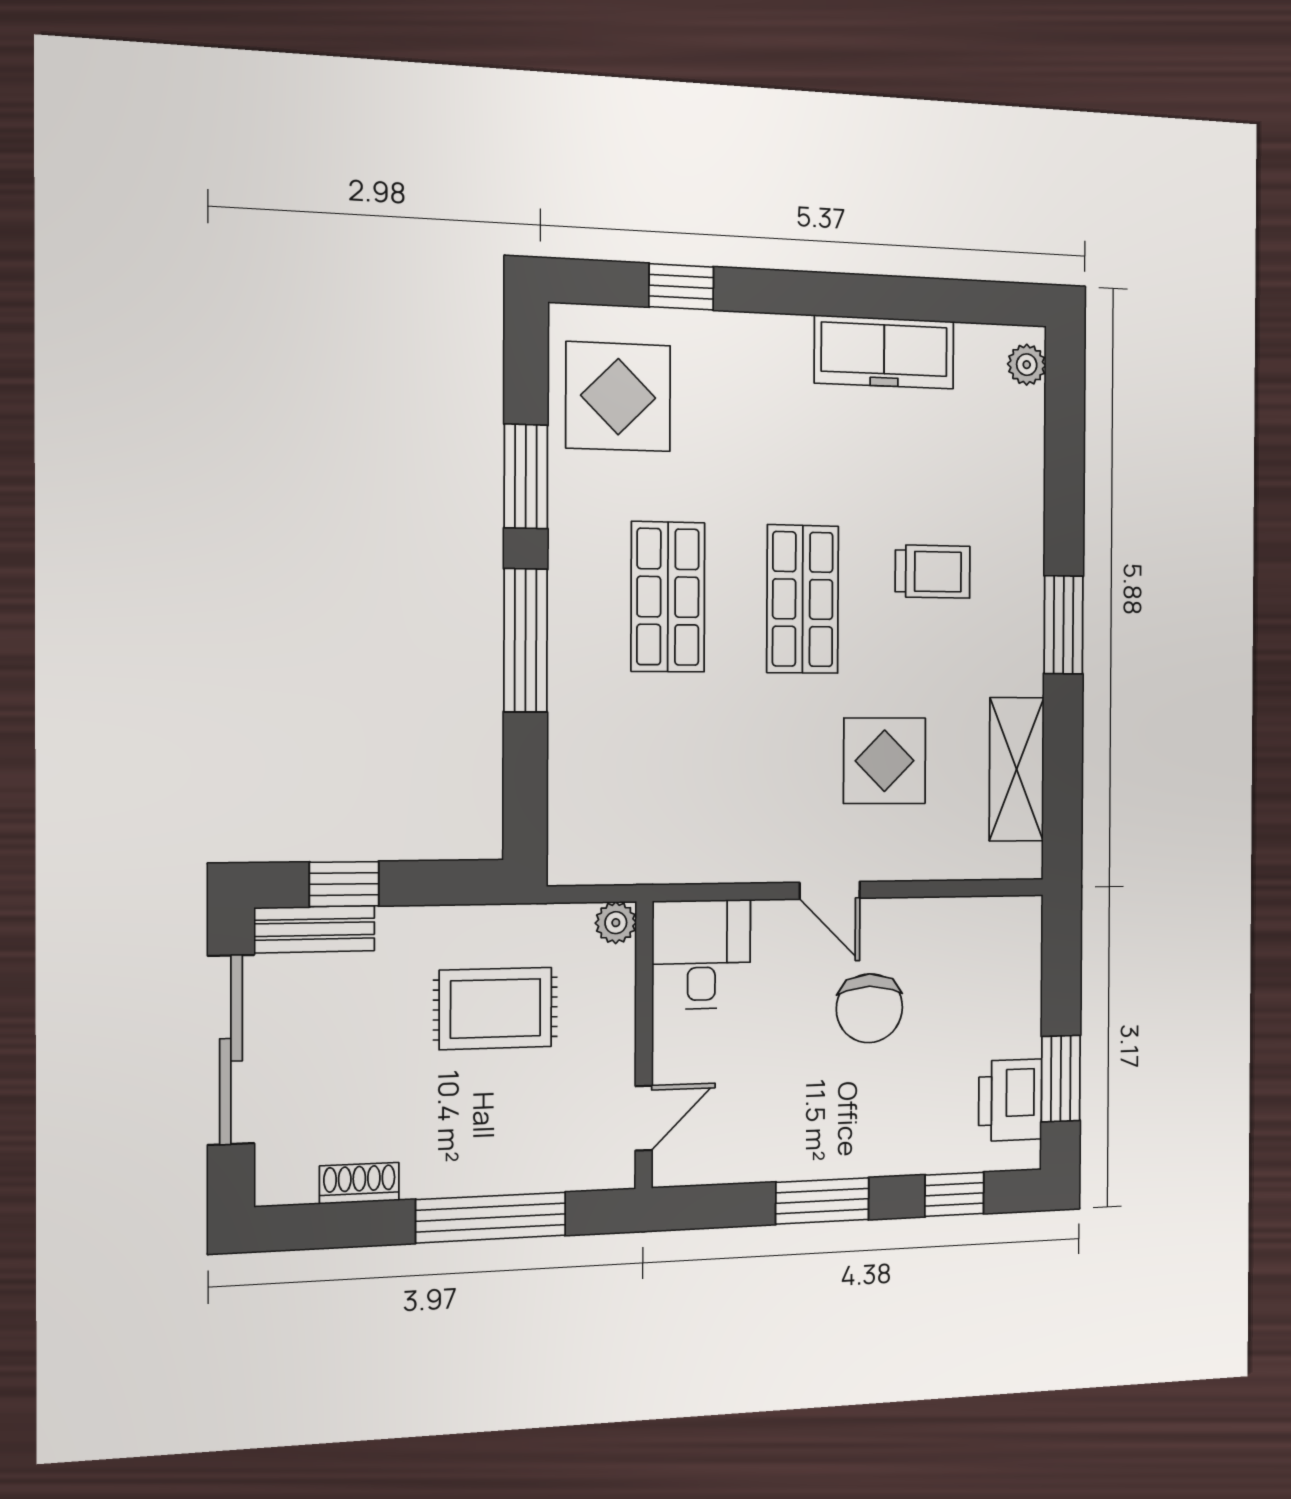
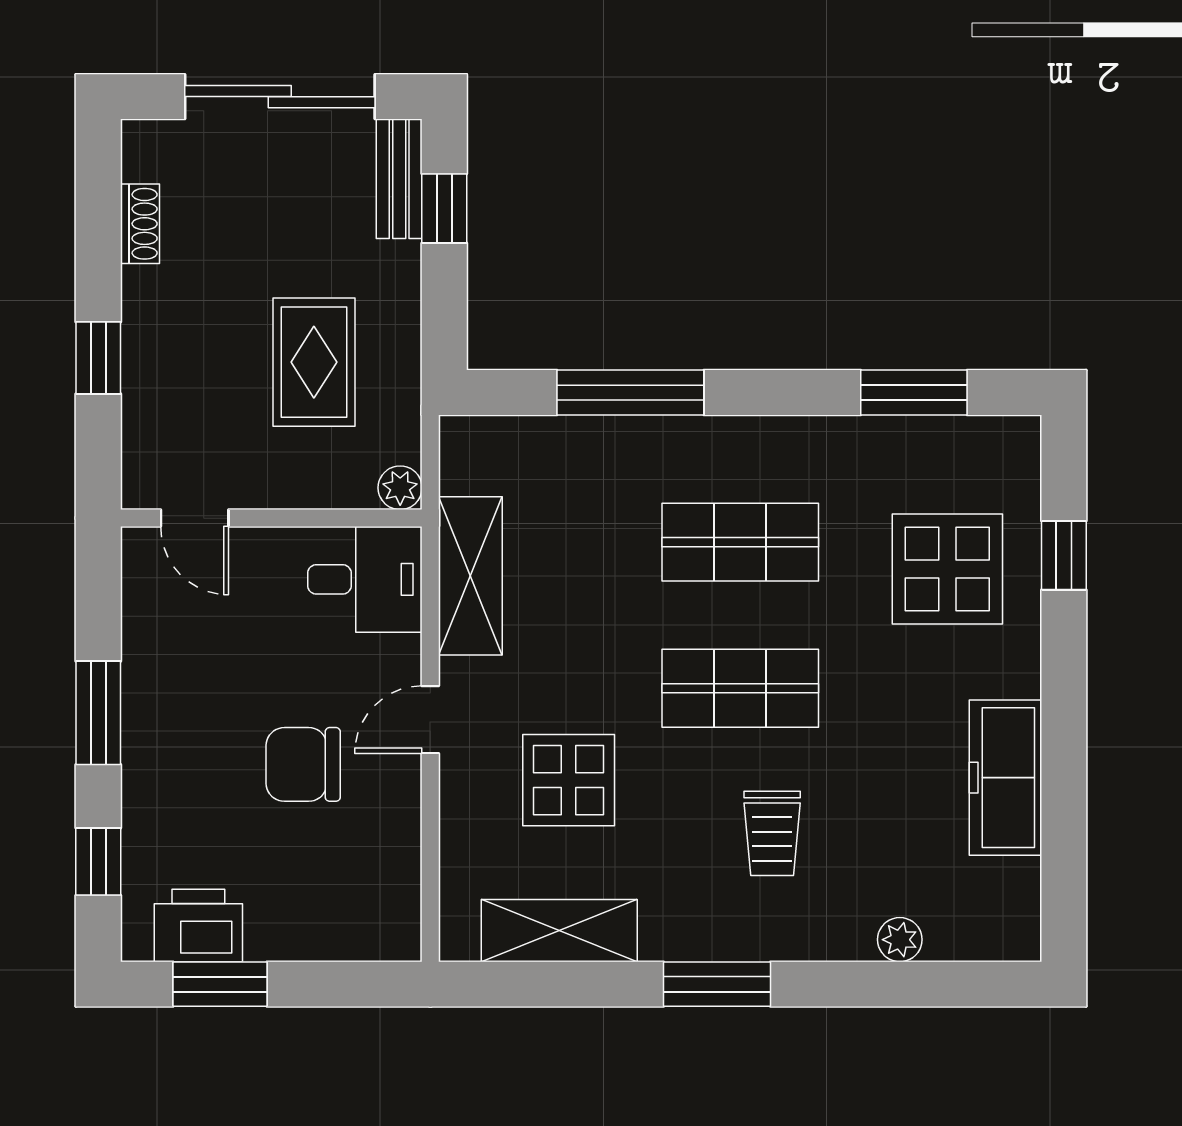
plant: (1027, 365) -> (900, 940), moved
display table: (618, 397) -> (947, 569), moved
window: (526, 476) -> (914, 392), moved
window: (526, 640) -> (630, 392), moved
shelving: (699, 854) -> (470, 576), added
window: (491, 1218) -> (98, 358), width x0.46

